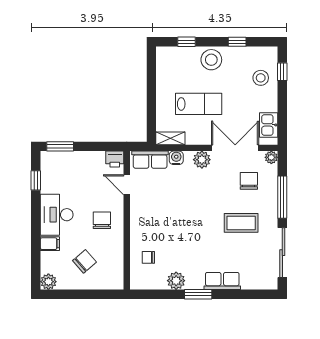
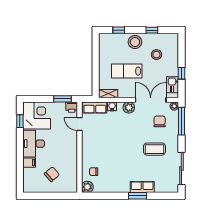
window: (282, 72) -> (181, 73), moved
stool: (261, 78) -> (156, 55), moved
lab bench: (199, 104) -> (127, 71), turned 180
window: (60, 146) -> (62, 99), moved
corner desk: (61, 172) -> (37, 116), added
window: (282, 197) -> (181, 121), moved
chair: (102, 220) -> (63, 147), removed
plant: (176, 281) -> (87, 187), moved
plant: (48, 282) -> (28, 188), removed
window: (198, 294) -> (137, 196), moved

